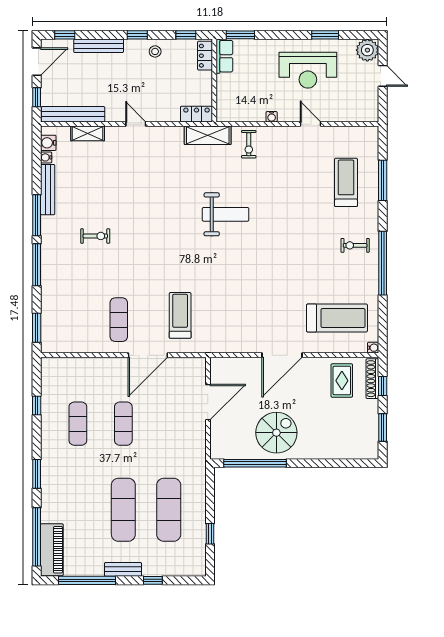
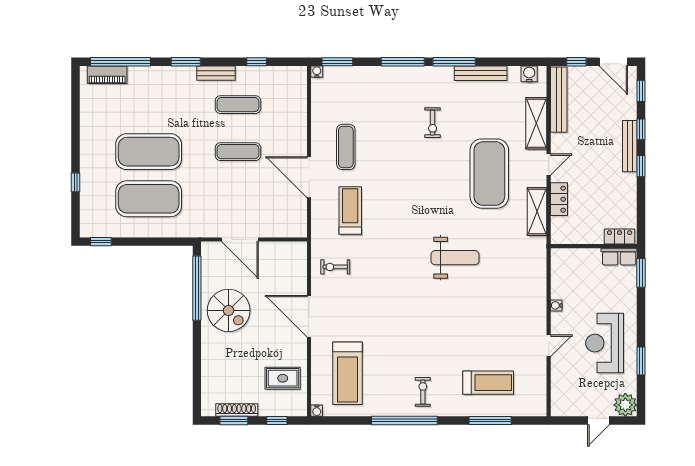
window: (186, 35) -> (641, 129), moved
bench: (99, 46) -> (630, 146), moved
stool: (155, 51) -> (624, 185), removed
locker: (196, 114) -> (559, 199), moved
shelving: (88, 133) -> (536, 123), width x1.50, depth x1.33
shelving: (208, 135) -> (537, 211), moved
exercise bike: (249, 144) -> (335, 267), moved
water cooler: (46, 157) -> (317, 72), moved
exercise mat: (144, 181) -> (489, 174), added
weight bench: (226, 214) -> (455, 258), turned -90
treadmill: (180, 315) -> (350, 211), turned -90
exercise mat: (119, 320) -> (346, 147), turned 90
shoe rack: (372, 379) -> (237, 410), moved
door: (208, 402) -> (240, 239), moved
exercise mat: (123, 510) -> (149, 152), width x1.47
exercise mat: (169, 510) -> (149, 199), width x1.47
window: (210, 534) -> (101, 242), moved
piano: (52, 550) -> (107, 75), width x0.73, depth x0.75
bench: (123, 569) -> (216, 73), moved, turned 90
window: (87, 580) -> (75, 114), removed

